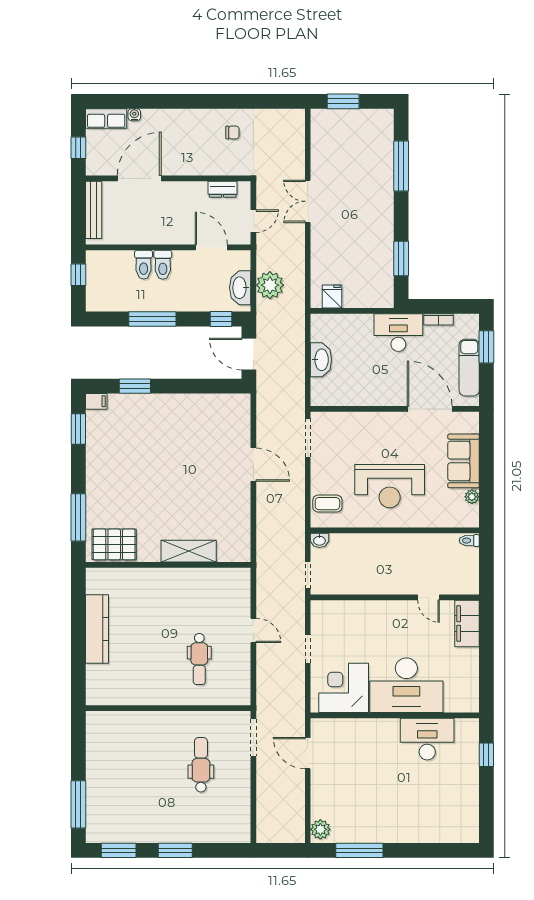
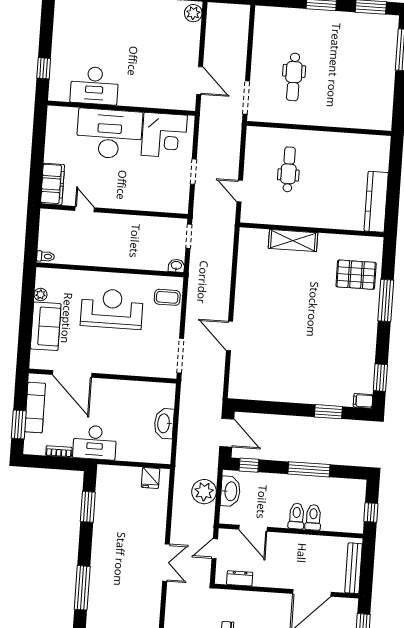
shelving: (189, 551) -> (293, 241), moved
wall: (168, 565) -> (312, 230), moved

